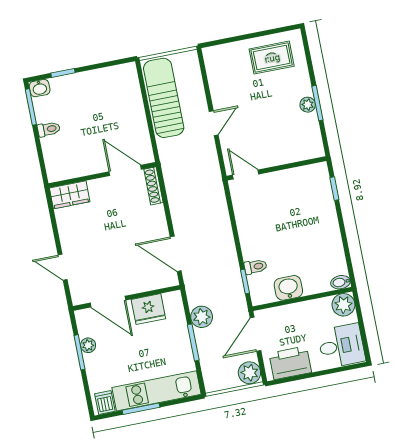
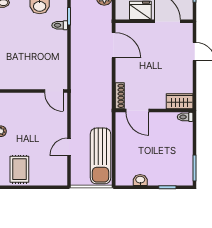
rug: (272, 58) -> (19, 169), turned 90
washbasin: (40, 88) -> (140, 180), moved
door: (214, 123) -> (69, 147), moved
toilet: (49, 129) -> (185, 117), moved

